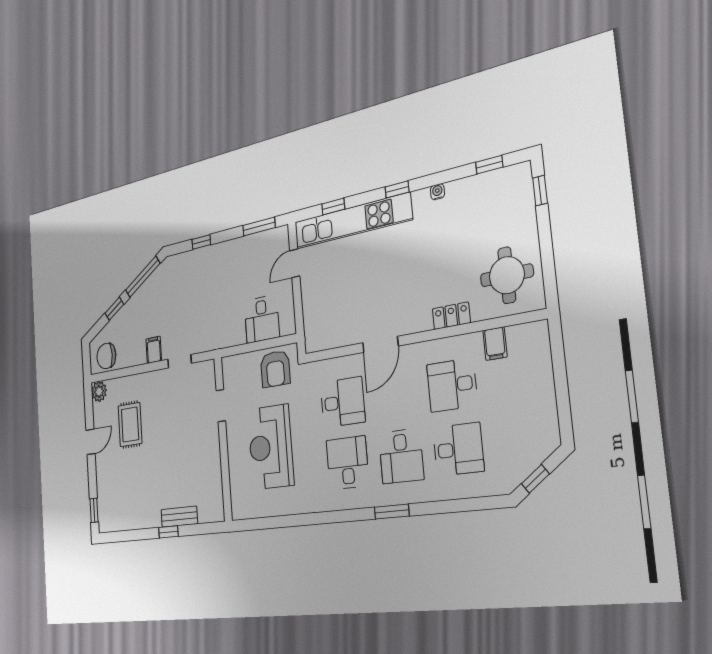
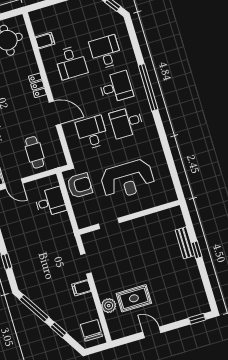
cafe table: (331, 303) -> (35, 152), added
locker: (451, 316) -> (37, 85), moved
chair: (106, 356) -> (91, 330), turned 180
plant: (99, 391) -> (109, 306), moved
window: (392, 512) -> (148, 87), width x2.11

